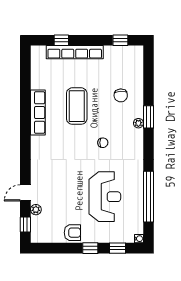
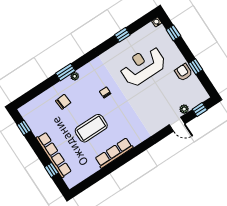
window: (148, 197) -> (122, 35), width x0.32
window: (90, 248) -> (196, 67), moved

